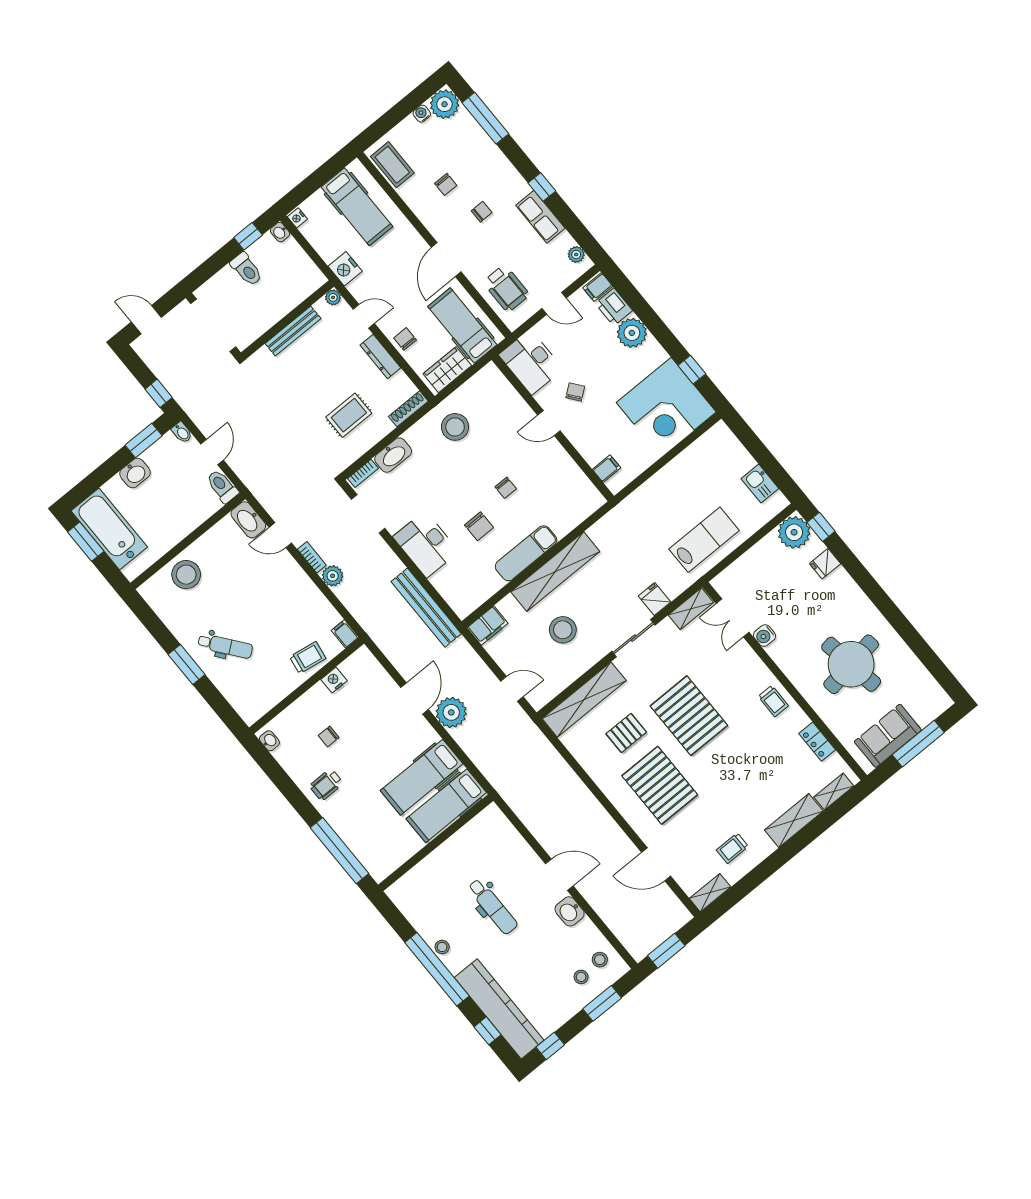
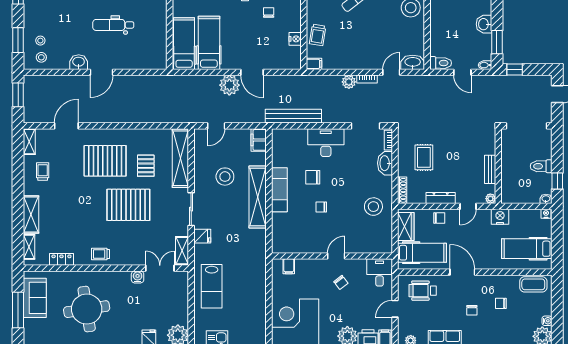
bench: (293, 331) -> (490, 169), width x0.73
desk: (531, 362) -> (380, 272), width x0.73

